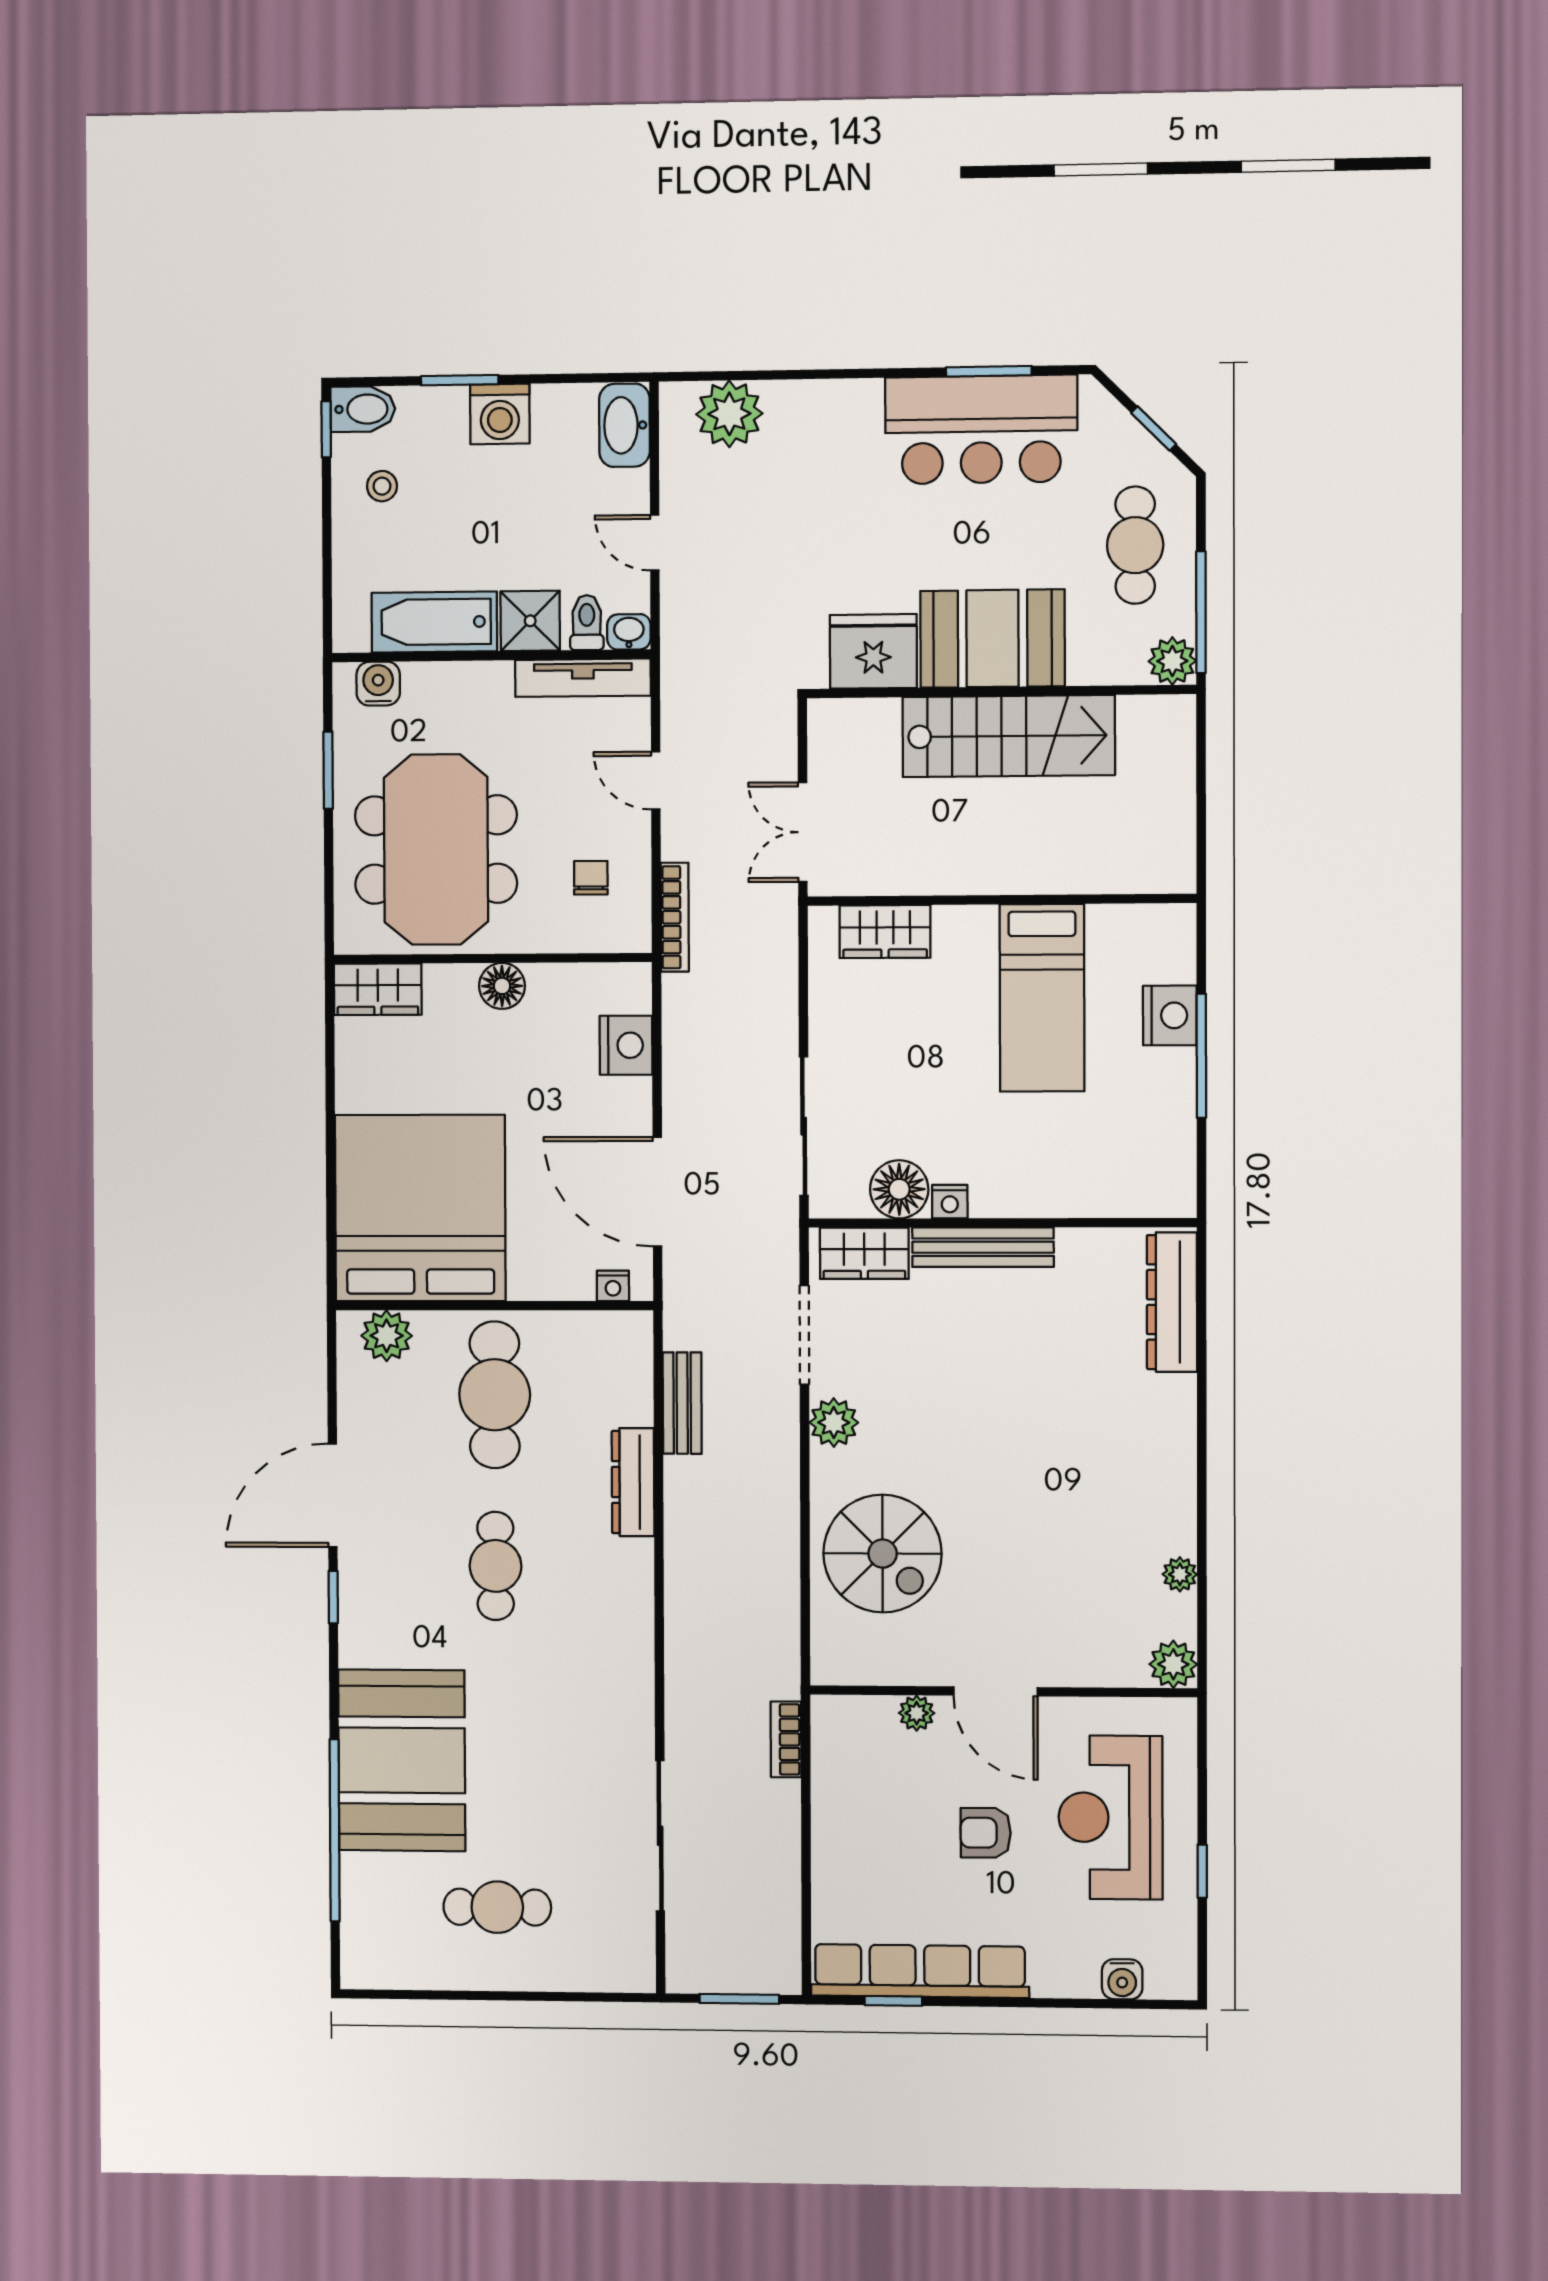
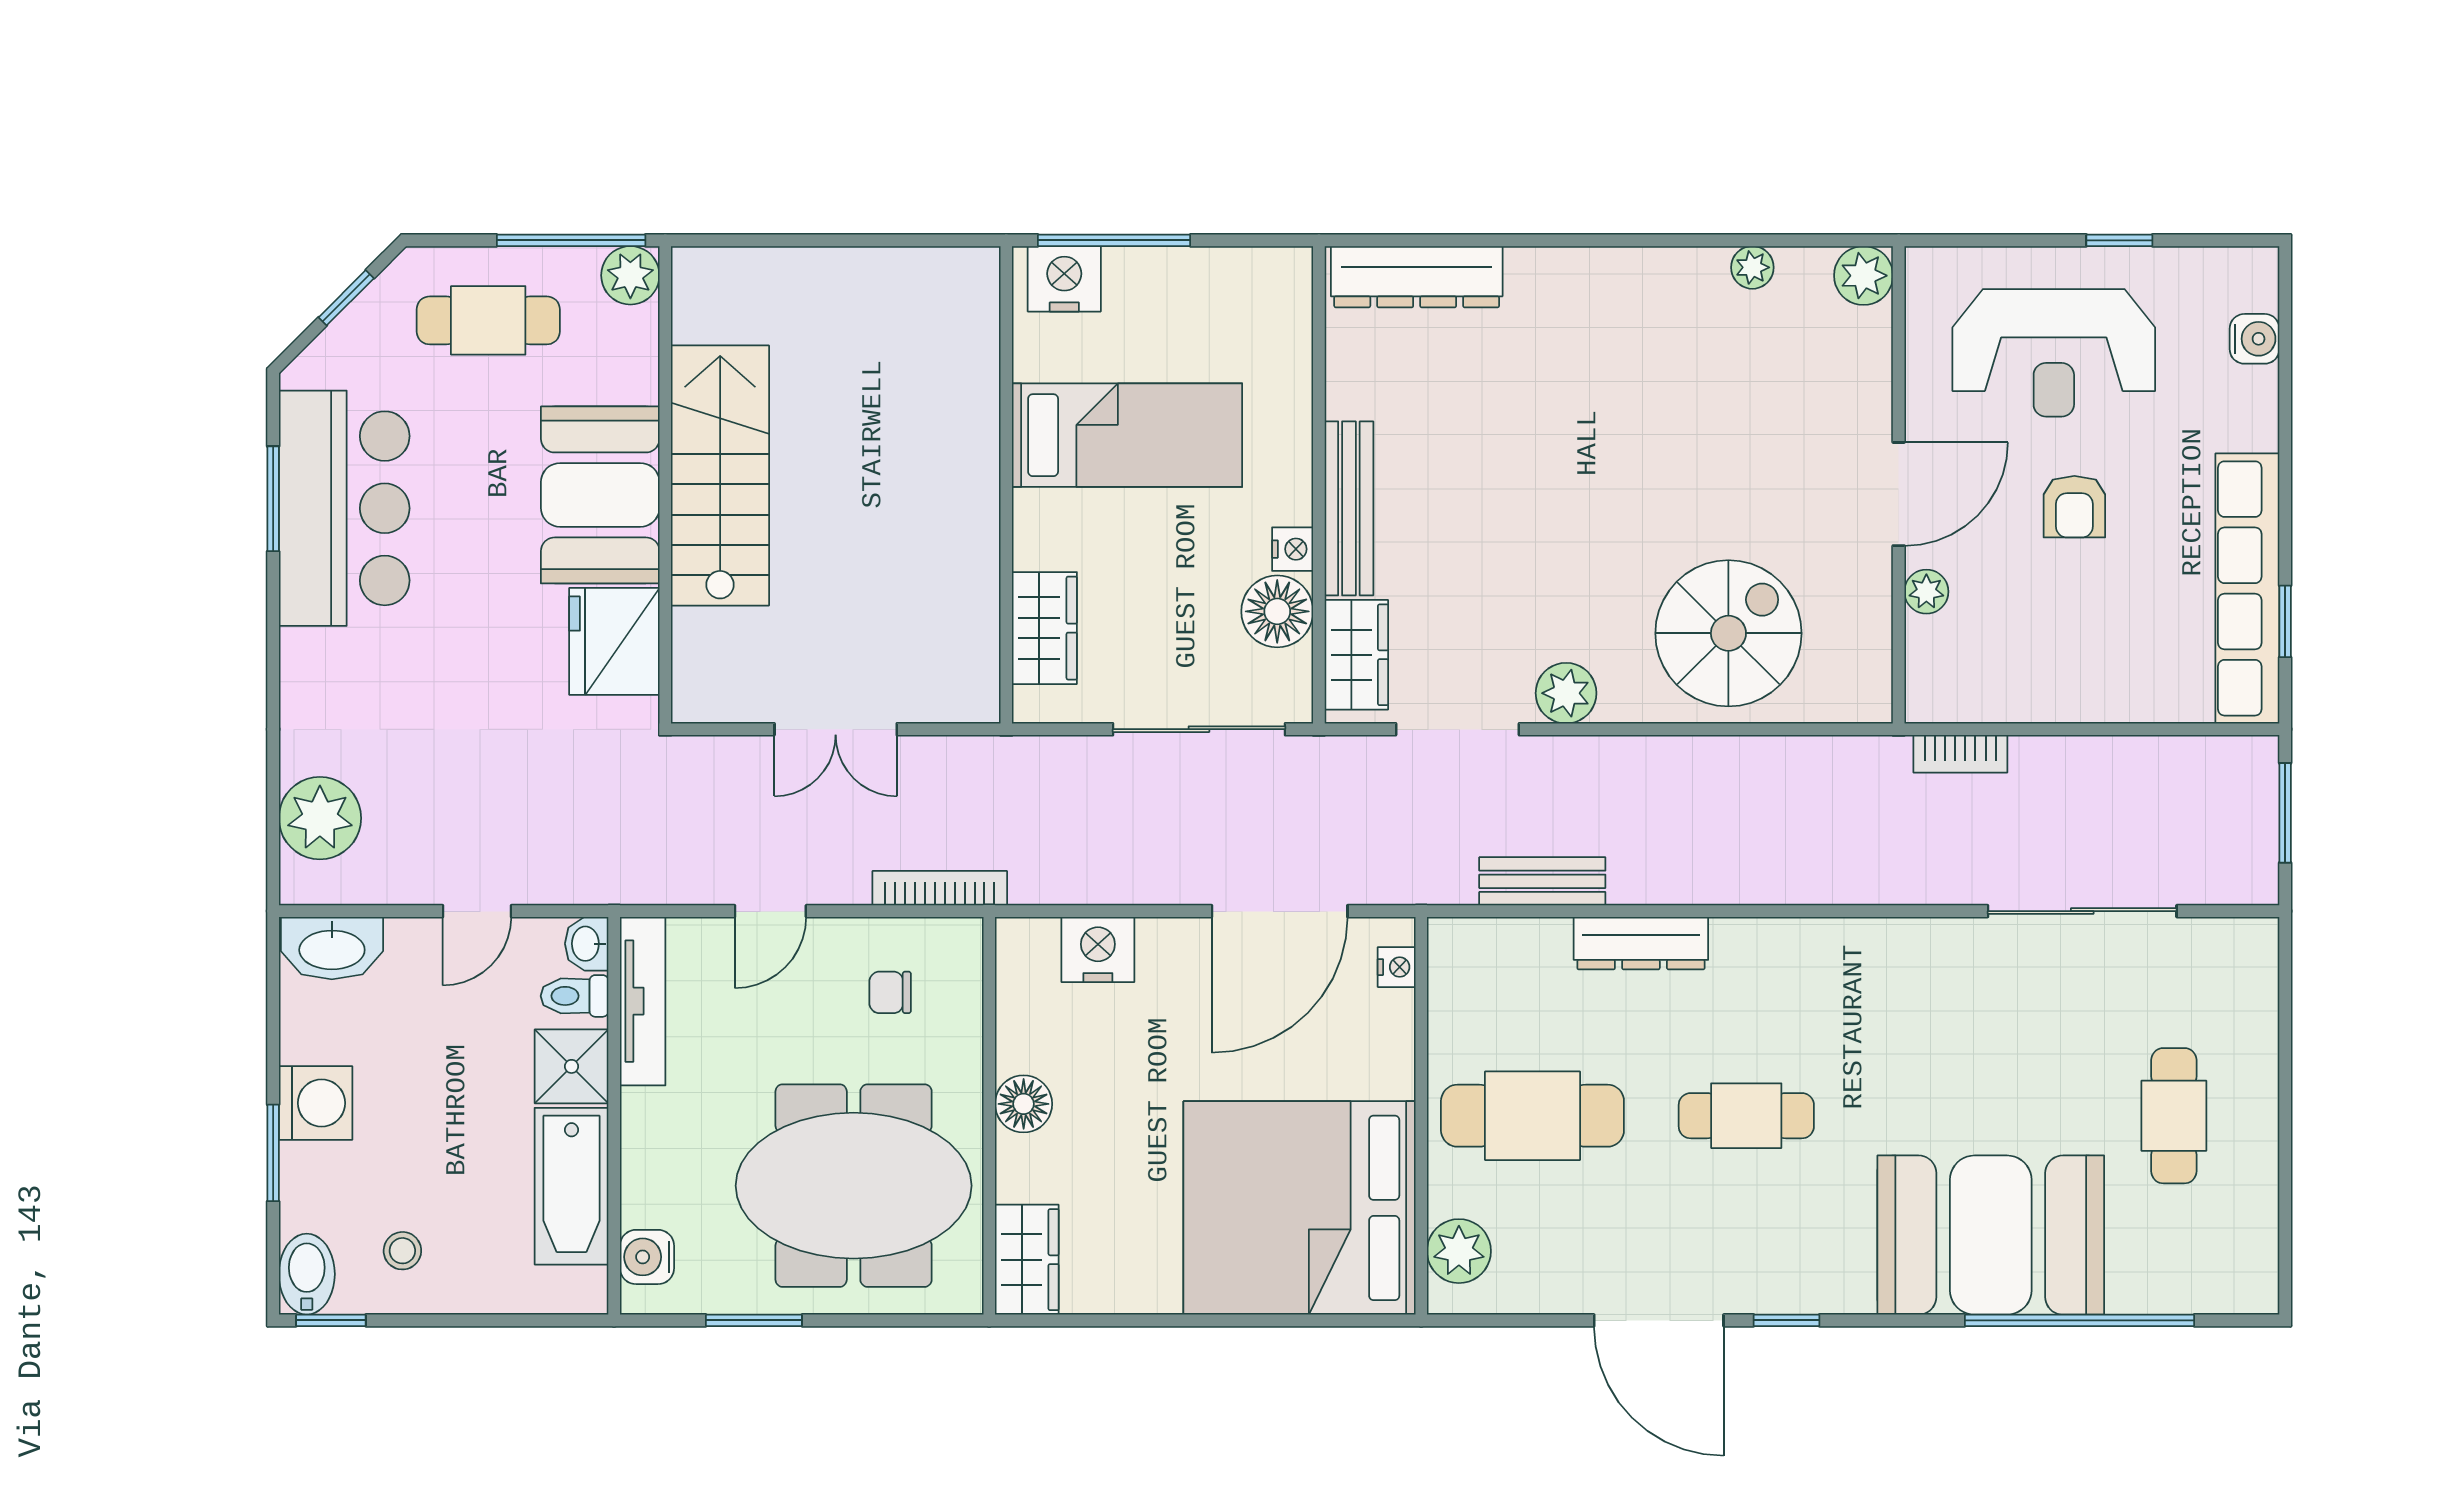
wall: (1001, 900) -> (1006, 485), moved
wardrobe: (885, 932) -> (1044, 628), moved
bed: (1042, 998) -> (1127, 435), moved

